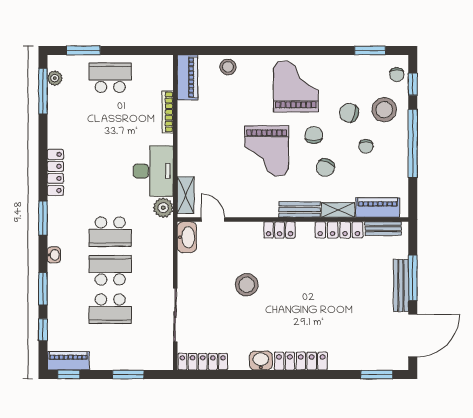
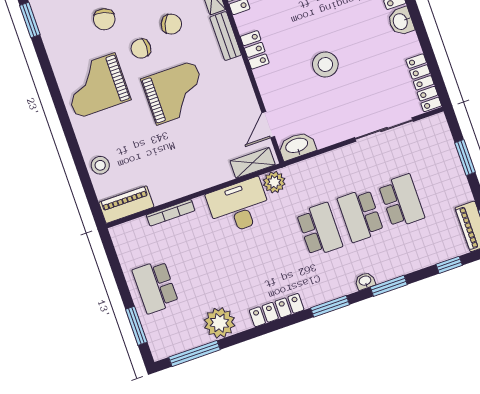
plant: (55, 78) -> (219, 323), moved, width x1.88, depth x1.88
window: (43, 289) -> (389, 286), moved

